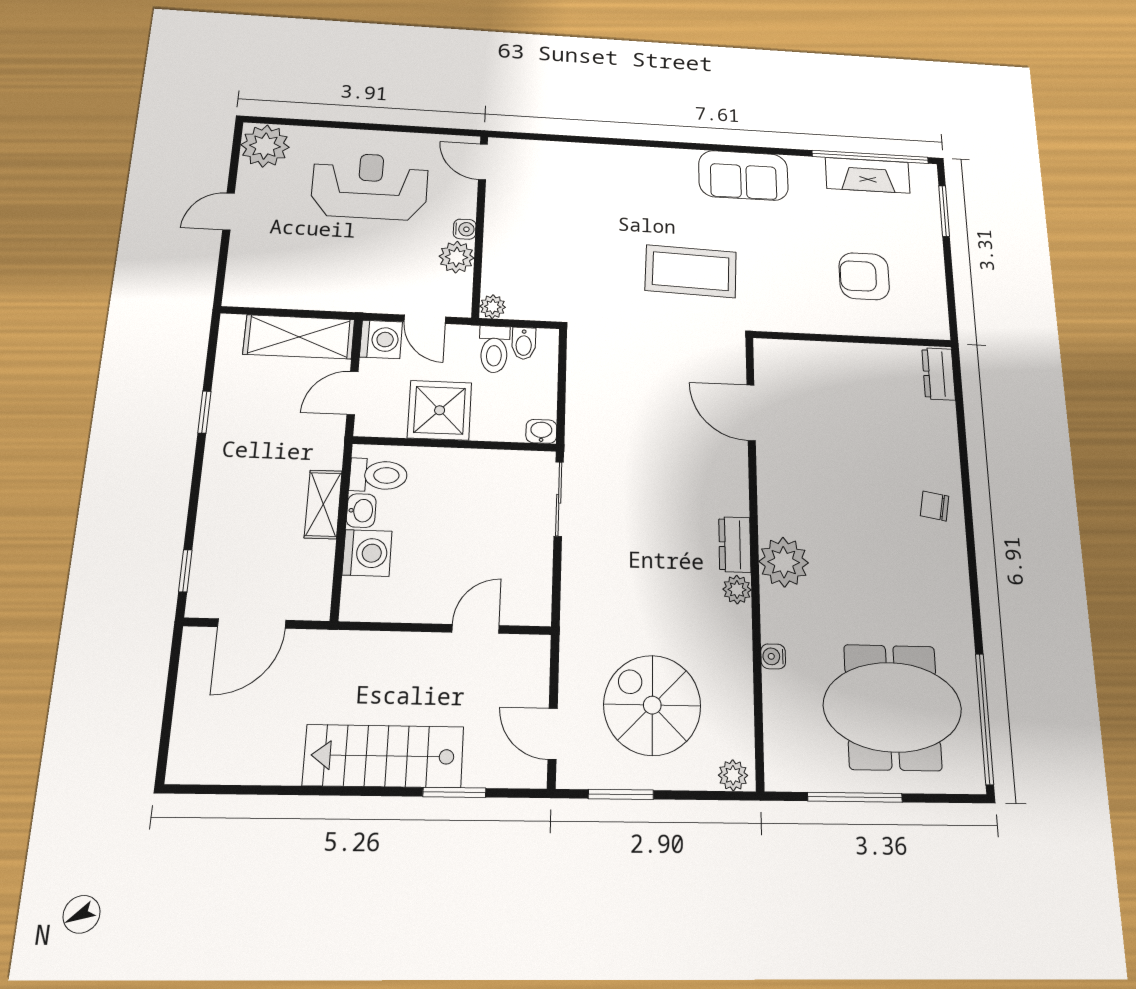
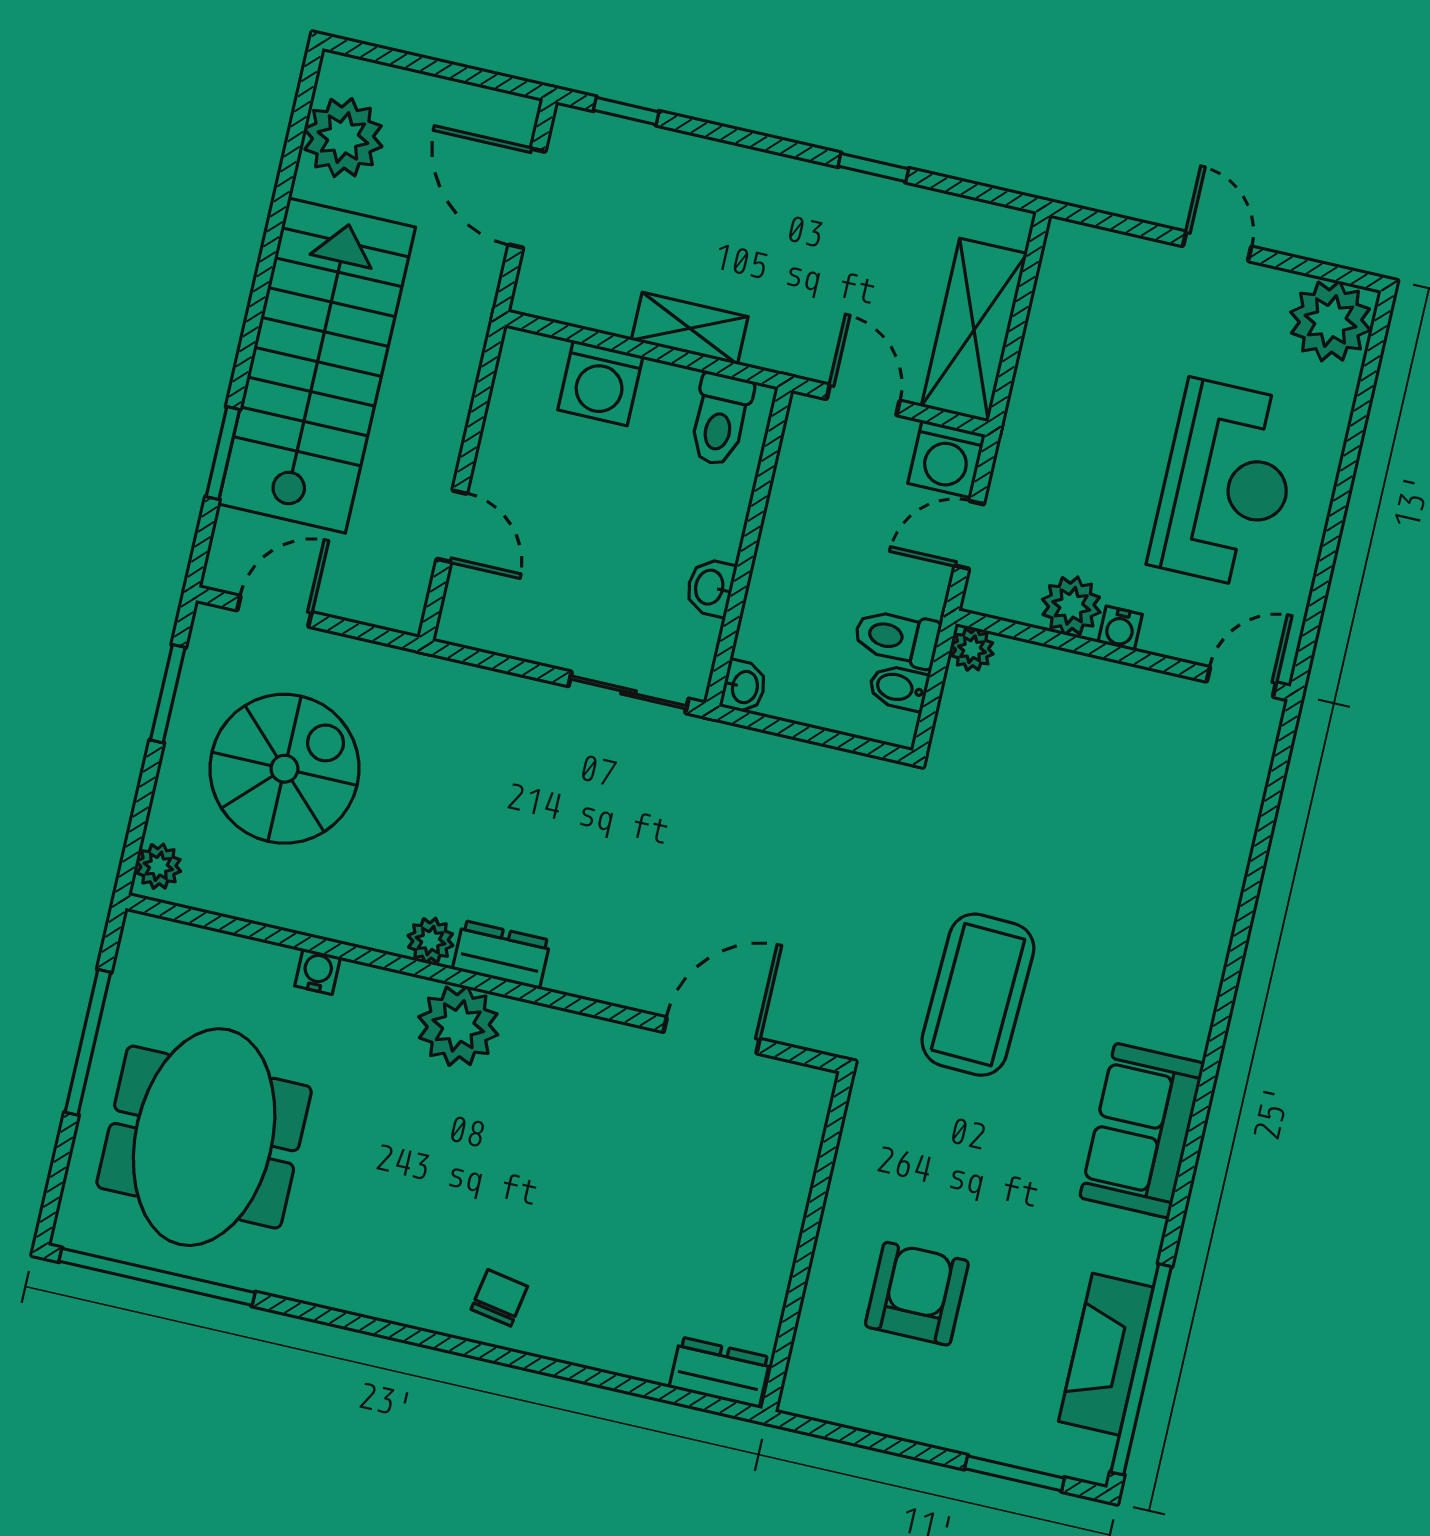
shower: (440, 410) -> (809, 532), removed
washbasin: (361, 511) -> (710, 587), moved, turned 90
plant: (226, 756) -> (343, 138), added
stairs: (384, 756) -> (317, 366), width x1.36, depth x1.51

